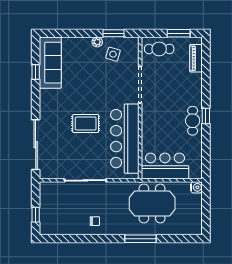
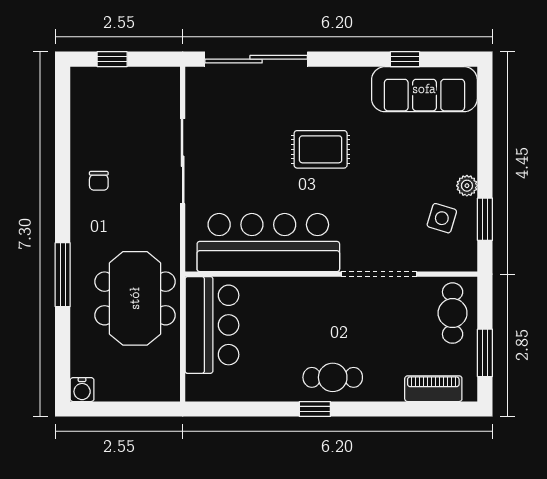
cafe table: (193, 121) -> (333, 377), moved
rug: (86, 123) -> (321, 149), moved, turned 90
water cooler: (196, 187) -> (82, 390), moved

